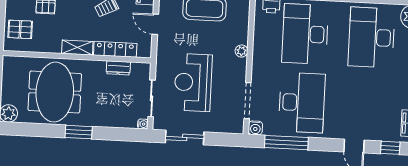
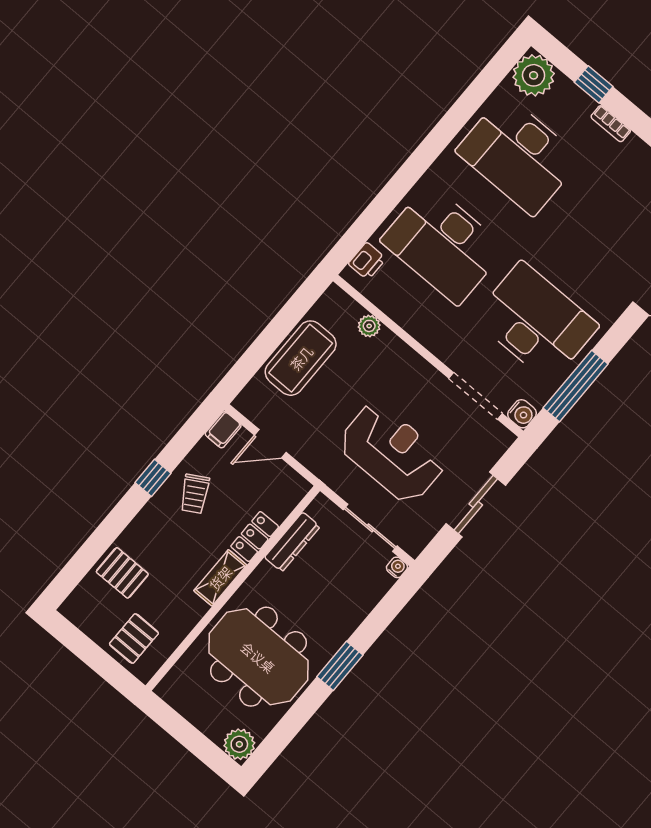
locker: (115, 49) -> (255, 537), width x0.66
plant: (241, 51) -> (369, 326), moved
dresser: (118, 68) -> (292, 542), width x1.44
reception desk: (193, 82) -> (392, 453), turned 180
sliding door: (185, 137) -> (476, 505), moved

